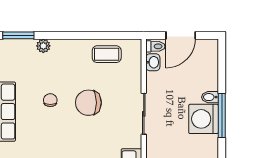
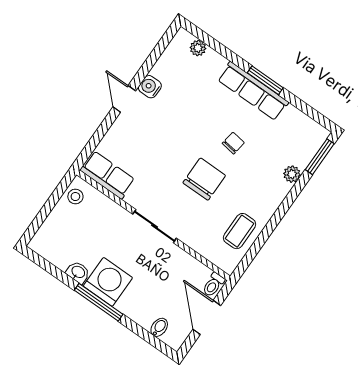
washbasin: (153, 62) -> (78, 272), moved, turned 180
bidet: (210, 97) -> (159, 327), moved
chair: (50, 100) -> (233, 143), turned -82

